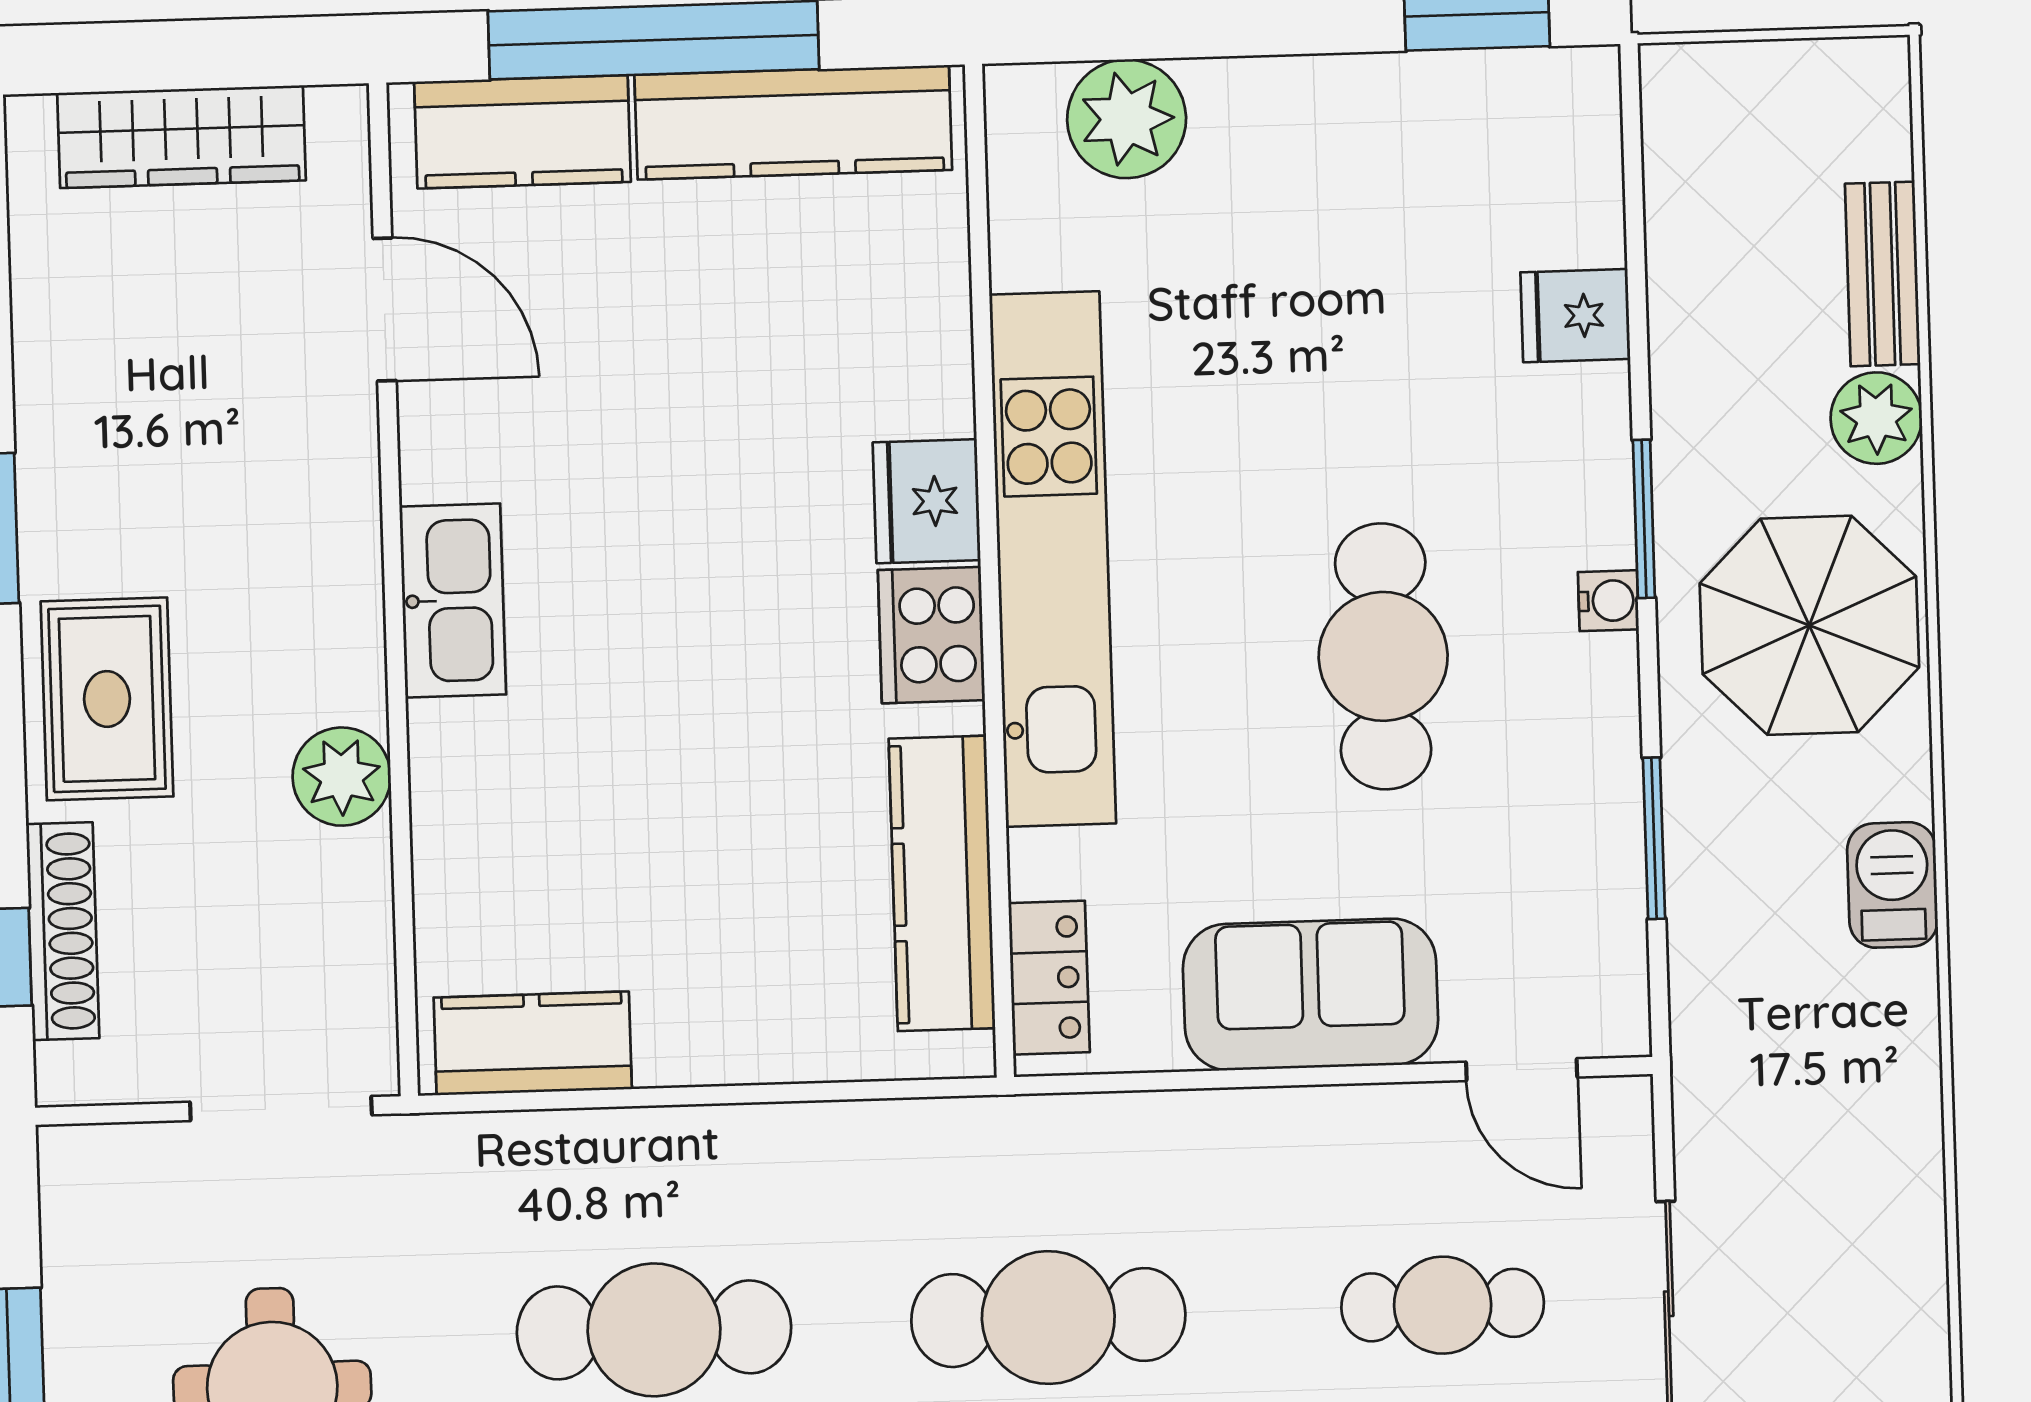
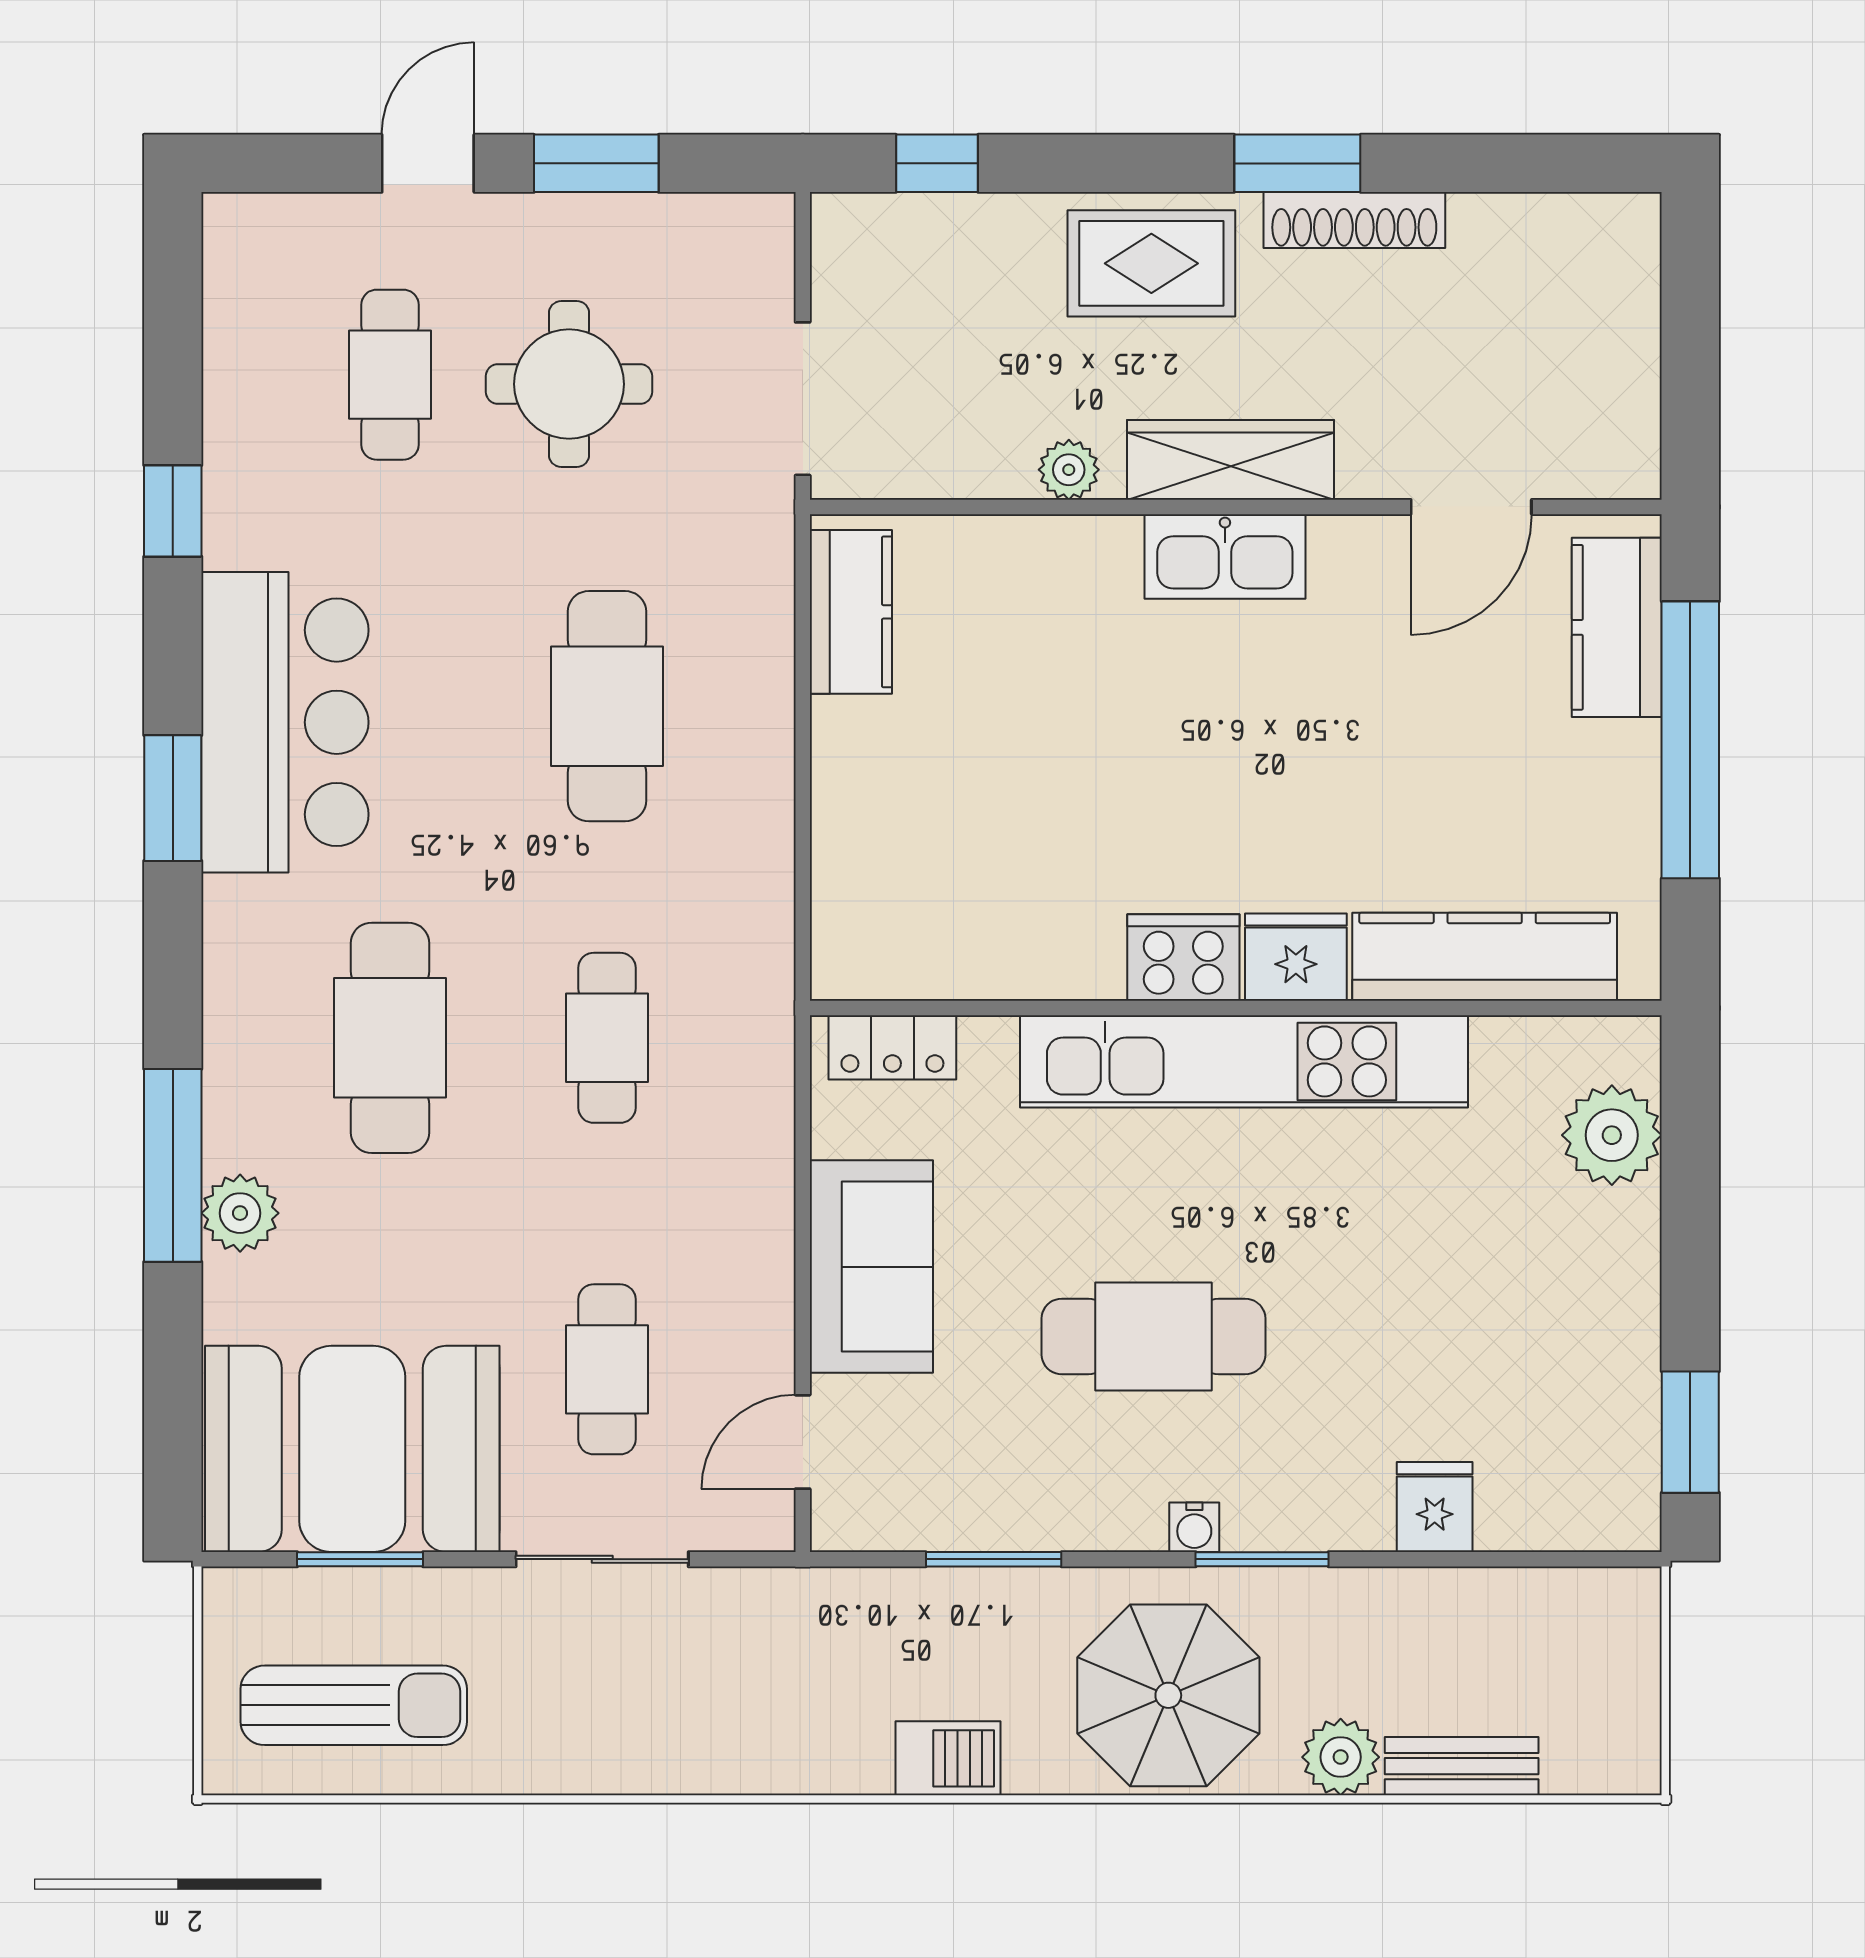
kitchen counter: (793, 122) -> (1485, 957), moved, turned 90
wardrobe: (181, 137) -> (1230, 460), moved, turned 90
plant: (342, 777) -> (1069, 470), width x0.73, depth x0.73
kitchen counter: (942, 883) -> (974, 960), removed
shoe rack: (63, 931) -> (1354, 220), moved
cafe table: (1048, 1318) -> (607, 1038), width x0.73, depth x0.74

